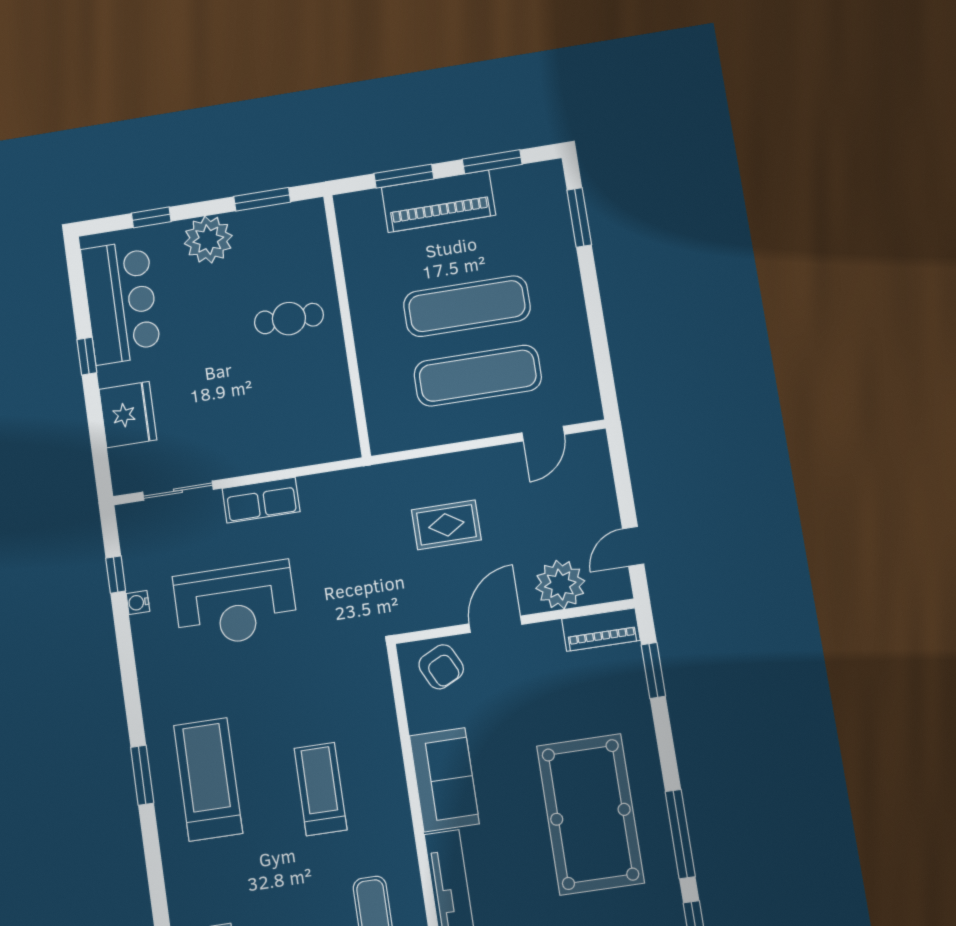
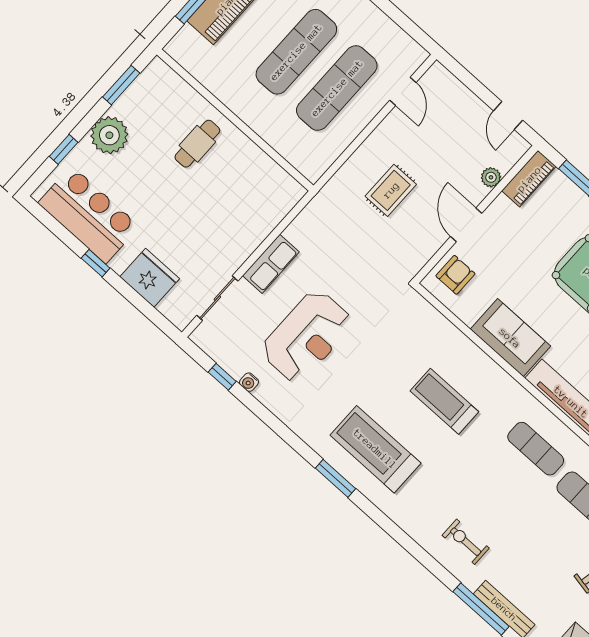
plant: (560, 585) -> (491, 177), width x0.53, depth x0.53
armchair: (441, 667) -> (455, 275), turned -64

